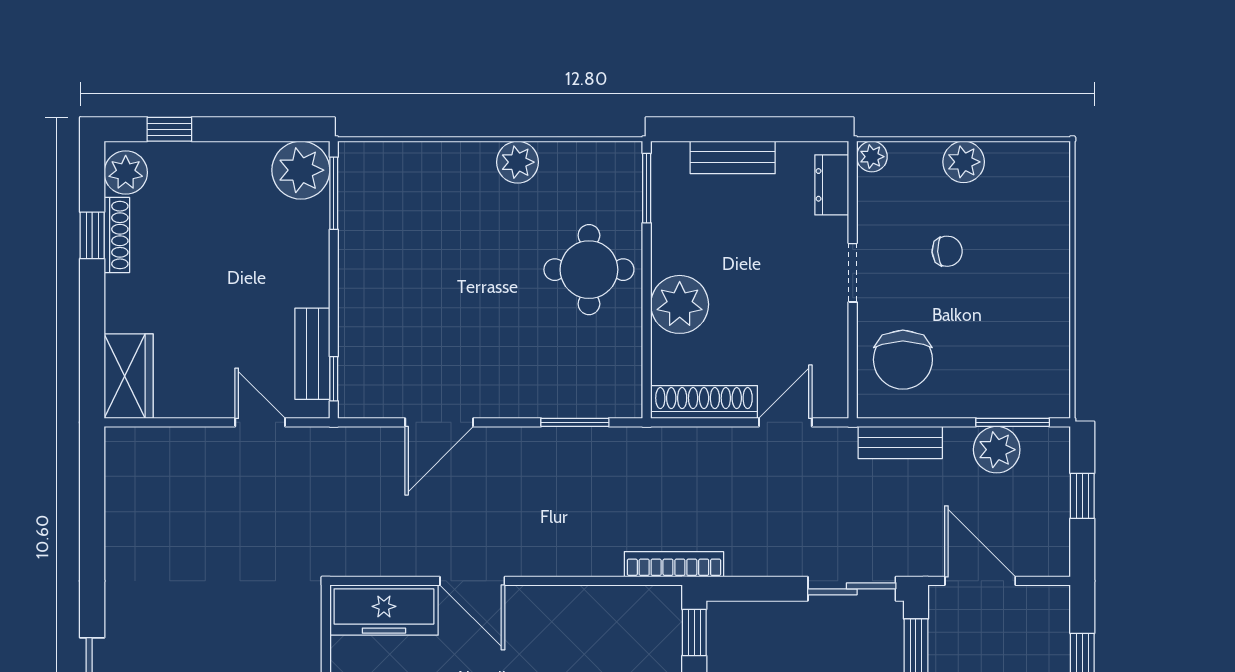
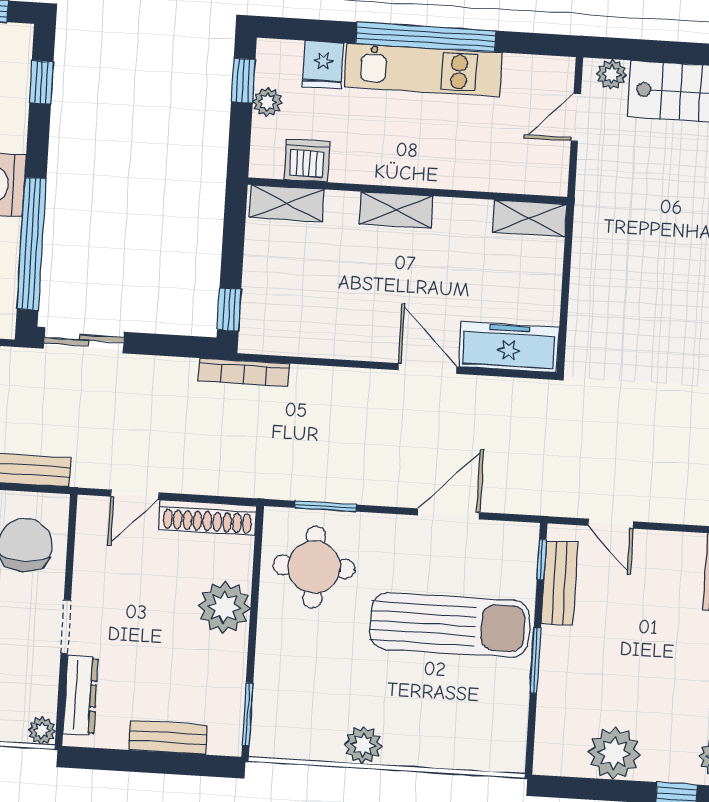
plant: (301, 170) -> (614, 753), moved
dresser: (832, 185) -> (81, 695), width x1.44
window: (334, 193) -> (535, 660), moved
round table: (589, 270) -> (314, 567), moved
sun lounger: (430, 300) -> (450, 625), added

